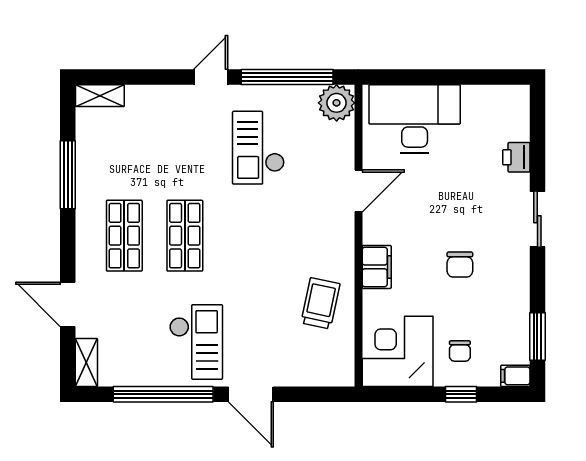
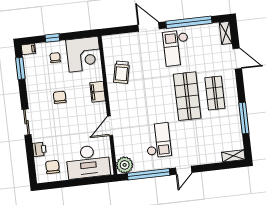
chair: (493, 116) -> (52, 167), added
shop shelf: (185, 236) -> (187, 96), width x1.43, depth x1.36

